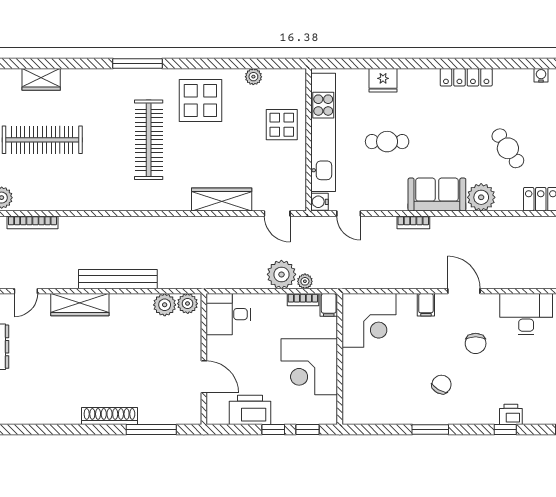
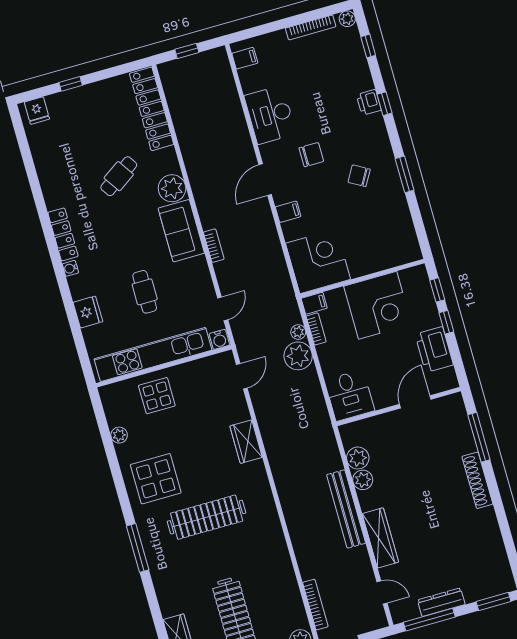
water cooler: (541, 75) -> (70, 268), moved
wardrobe: (222, 200) -> (246, 442), width x0.67
plant: (188, 304) -> (363, 480), moved

